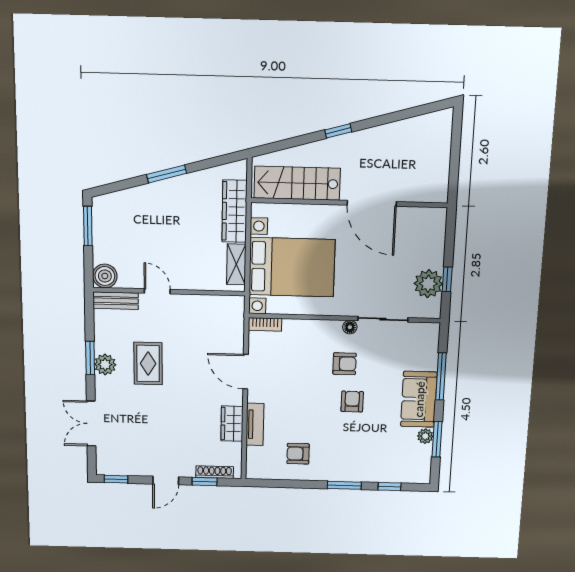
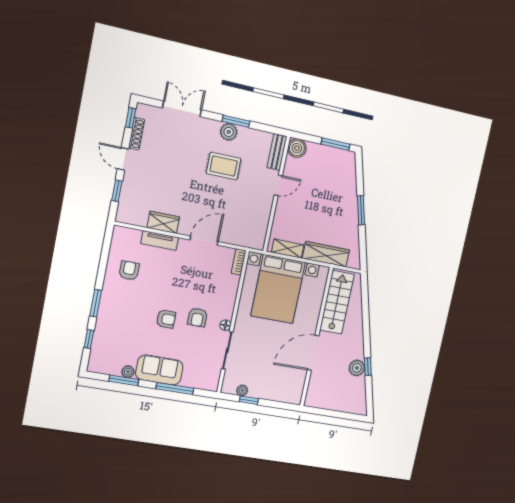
window: (338, 131) -> (368, 367), moved
plant: (386, 136) -> (357, 368), added
plant: (428, 284) -> (242, 390), width x0.53, depth x0.53
shoe rack: (215, 472) -> (136, 134), moved

